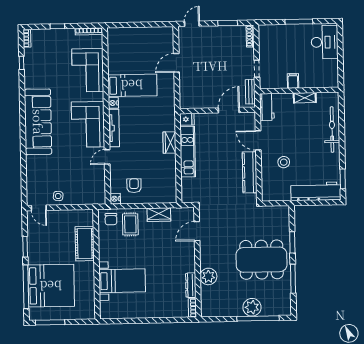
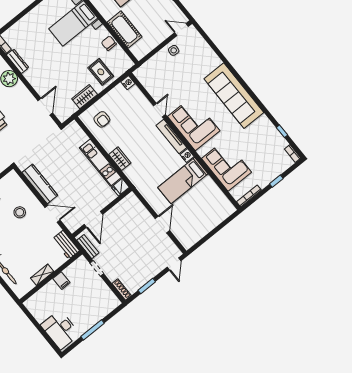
armchair: (134, 186) -> (102, 119), moved
chair: (111, 219) -> (109, 43), moved

